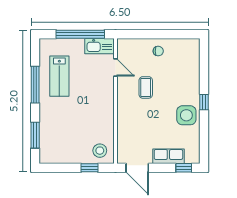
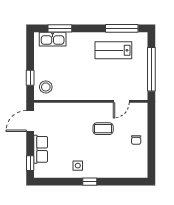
kitchen sink: (99, 46) -> (53, 39), moved, turned -90
window: (35, 85) -> (122, 28), moved
side table: (186, 115) -> (78, 166), width x0.54, depth x0.54

